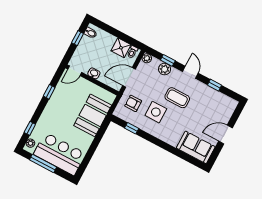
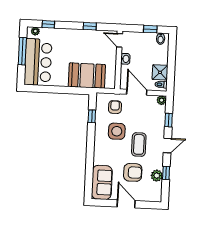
plant: (165, 69) -> (157, 176), moved
armchair: (200, 115) -> (133, 172), added

